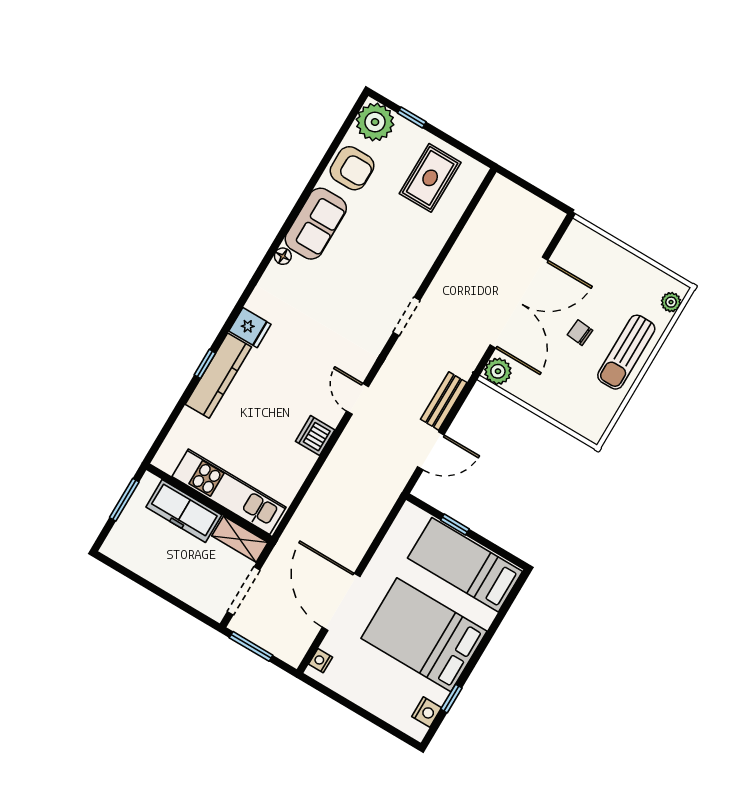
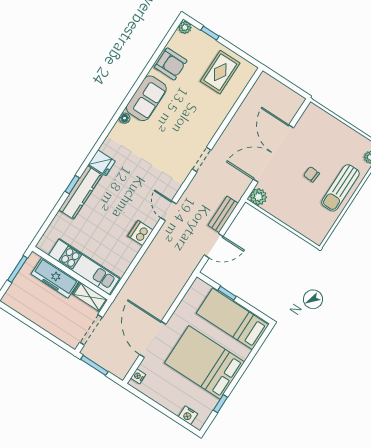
plant: (375, 122) -> (185, 27), width x0.53, depth x0.53
double door: (519, 302) -> (273, 154), swing flipped
nightstand: (427, 712) -> (188, 415), moved, turned 90

